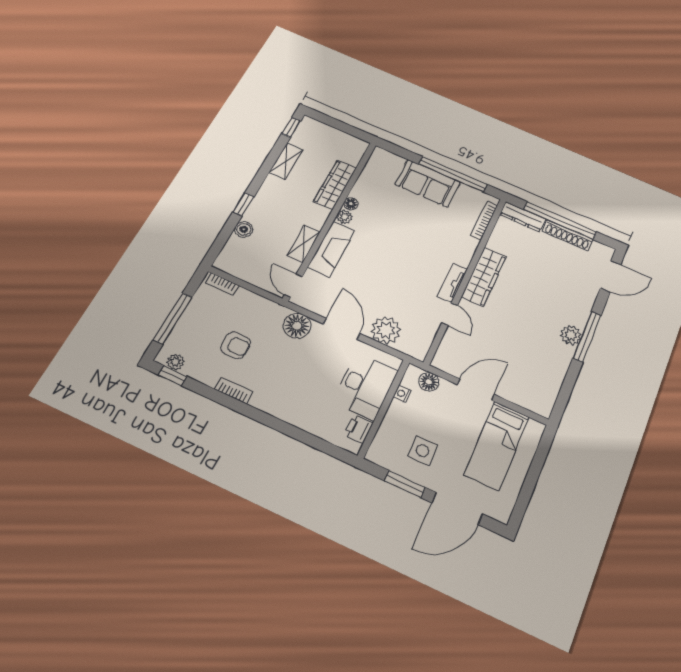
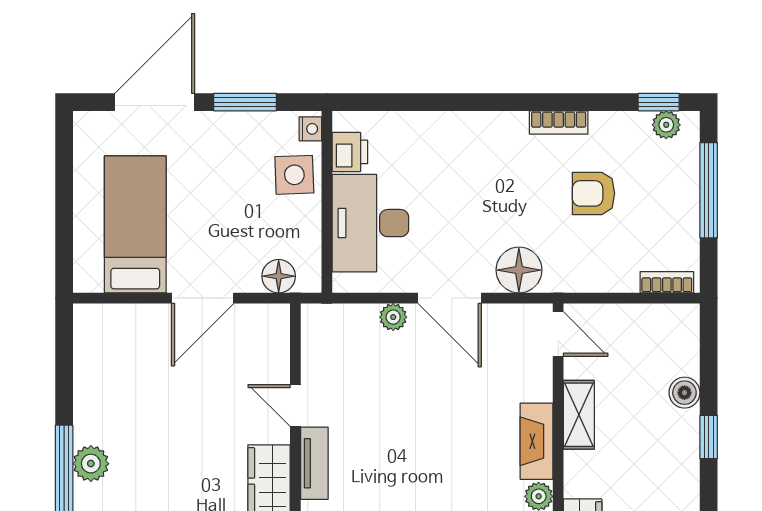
fireplace: (331, 249) -> (536, 441), width x0.73, depth x0.76
plant: (386, 330) -> (393, 317), width x0.53, depth x0.53
nightstand: (402, 394) -> (310, 129), moved
side table: (423, 451) -> (294, 175), moved

